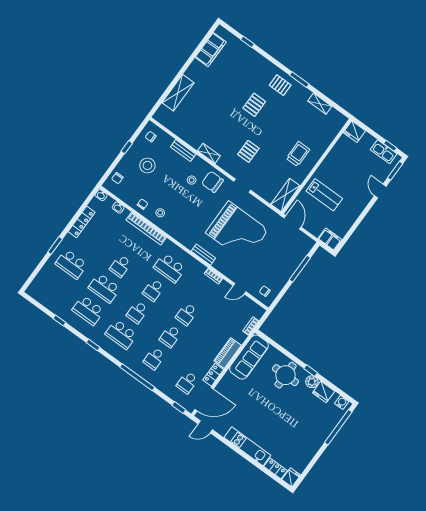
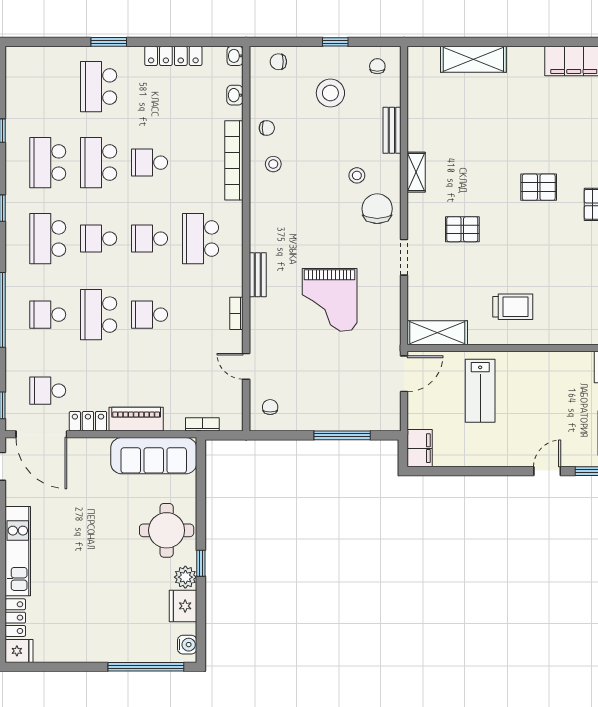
grand piano: (237, 231) -> (330, 300), width x0.73, depth x0.68
school desk: (170, 336) -> (99, 315), width x1.85

